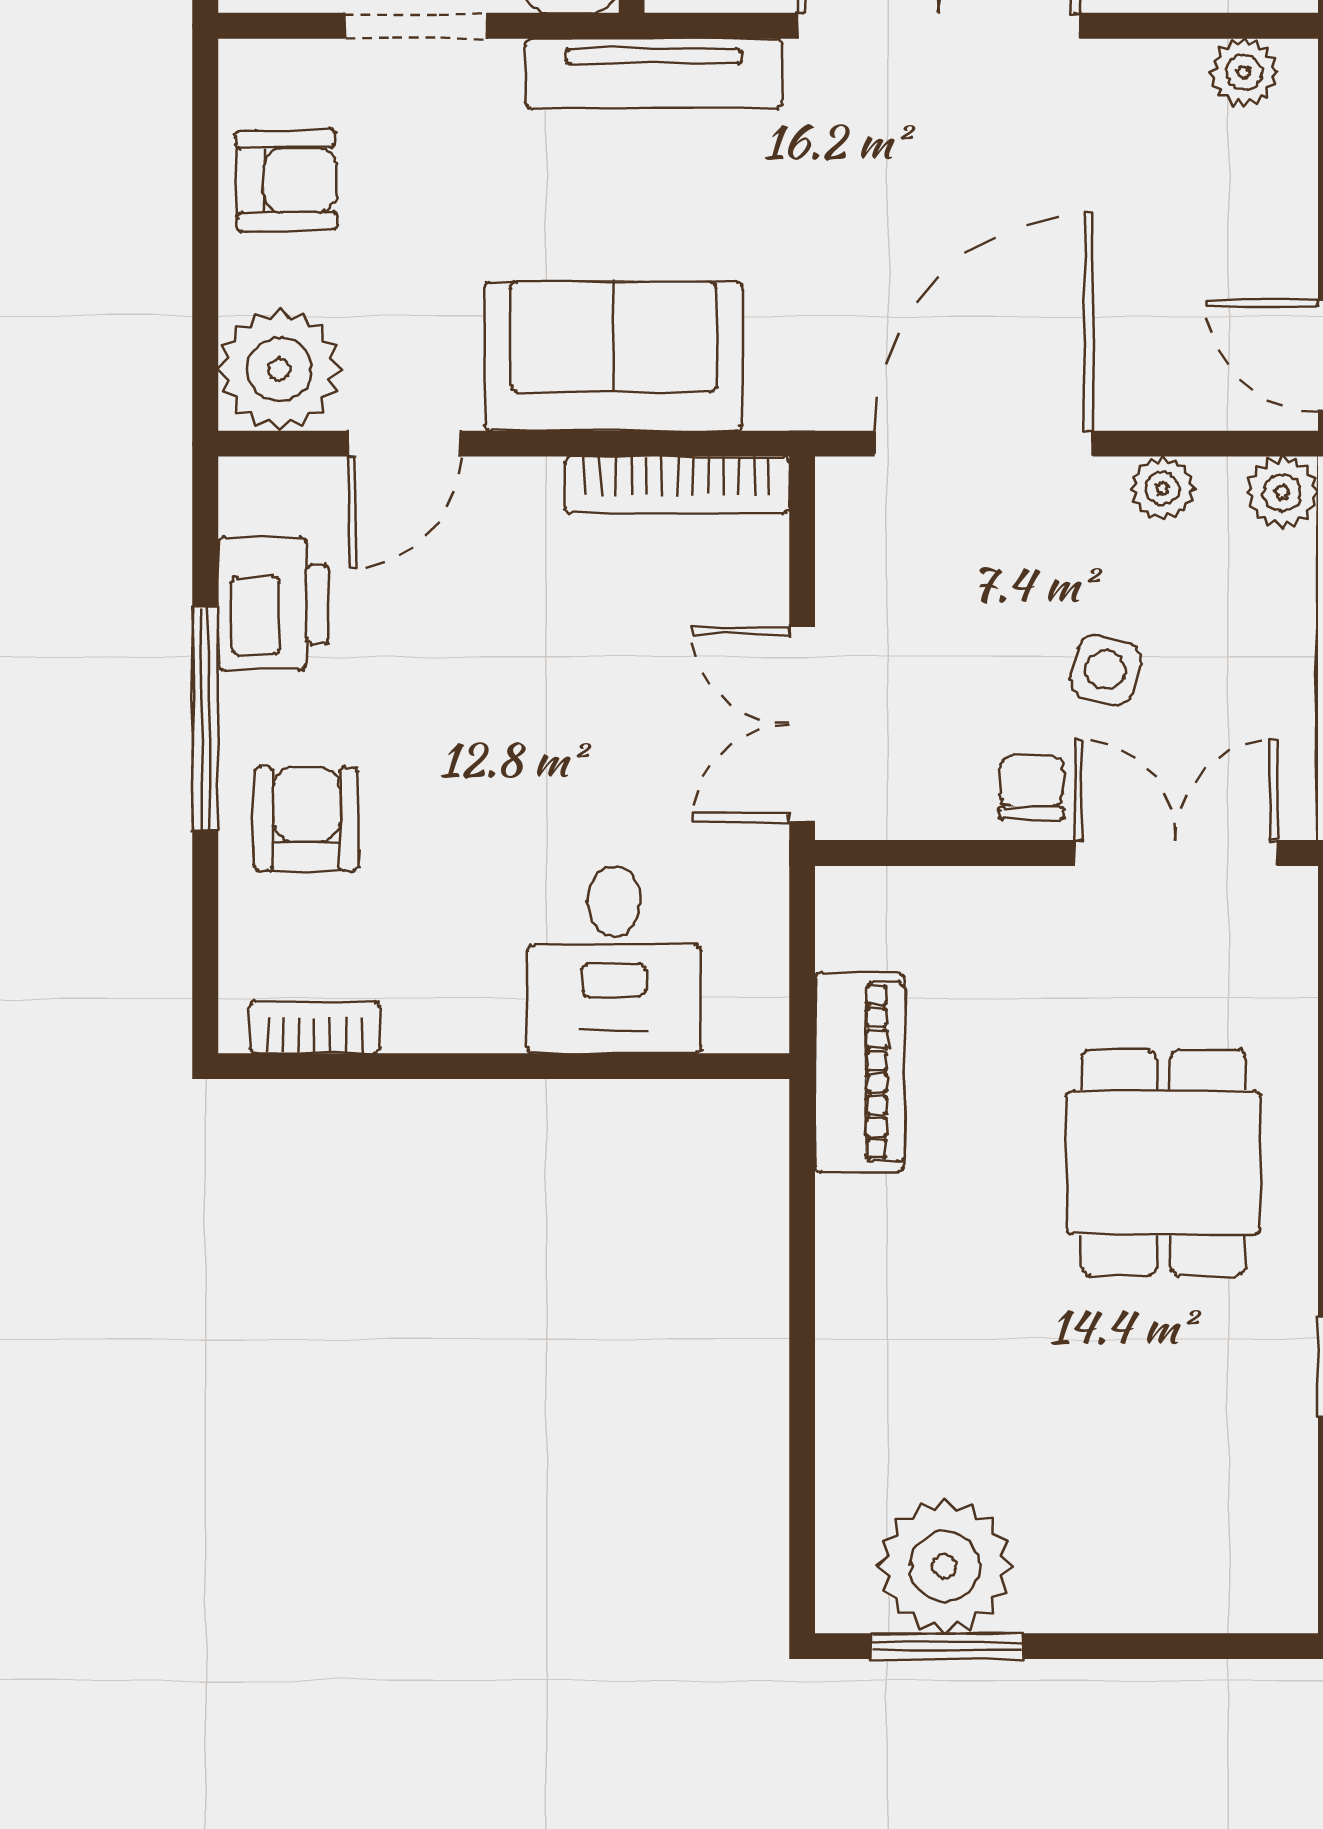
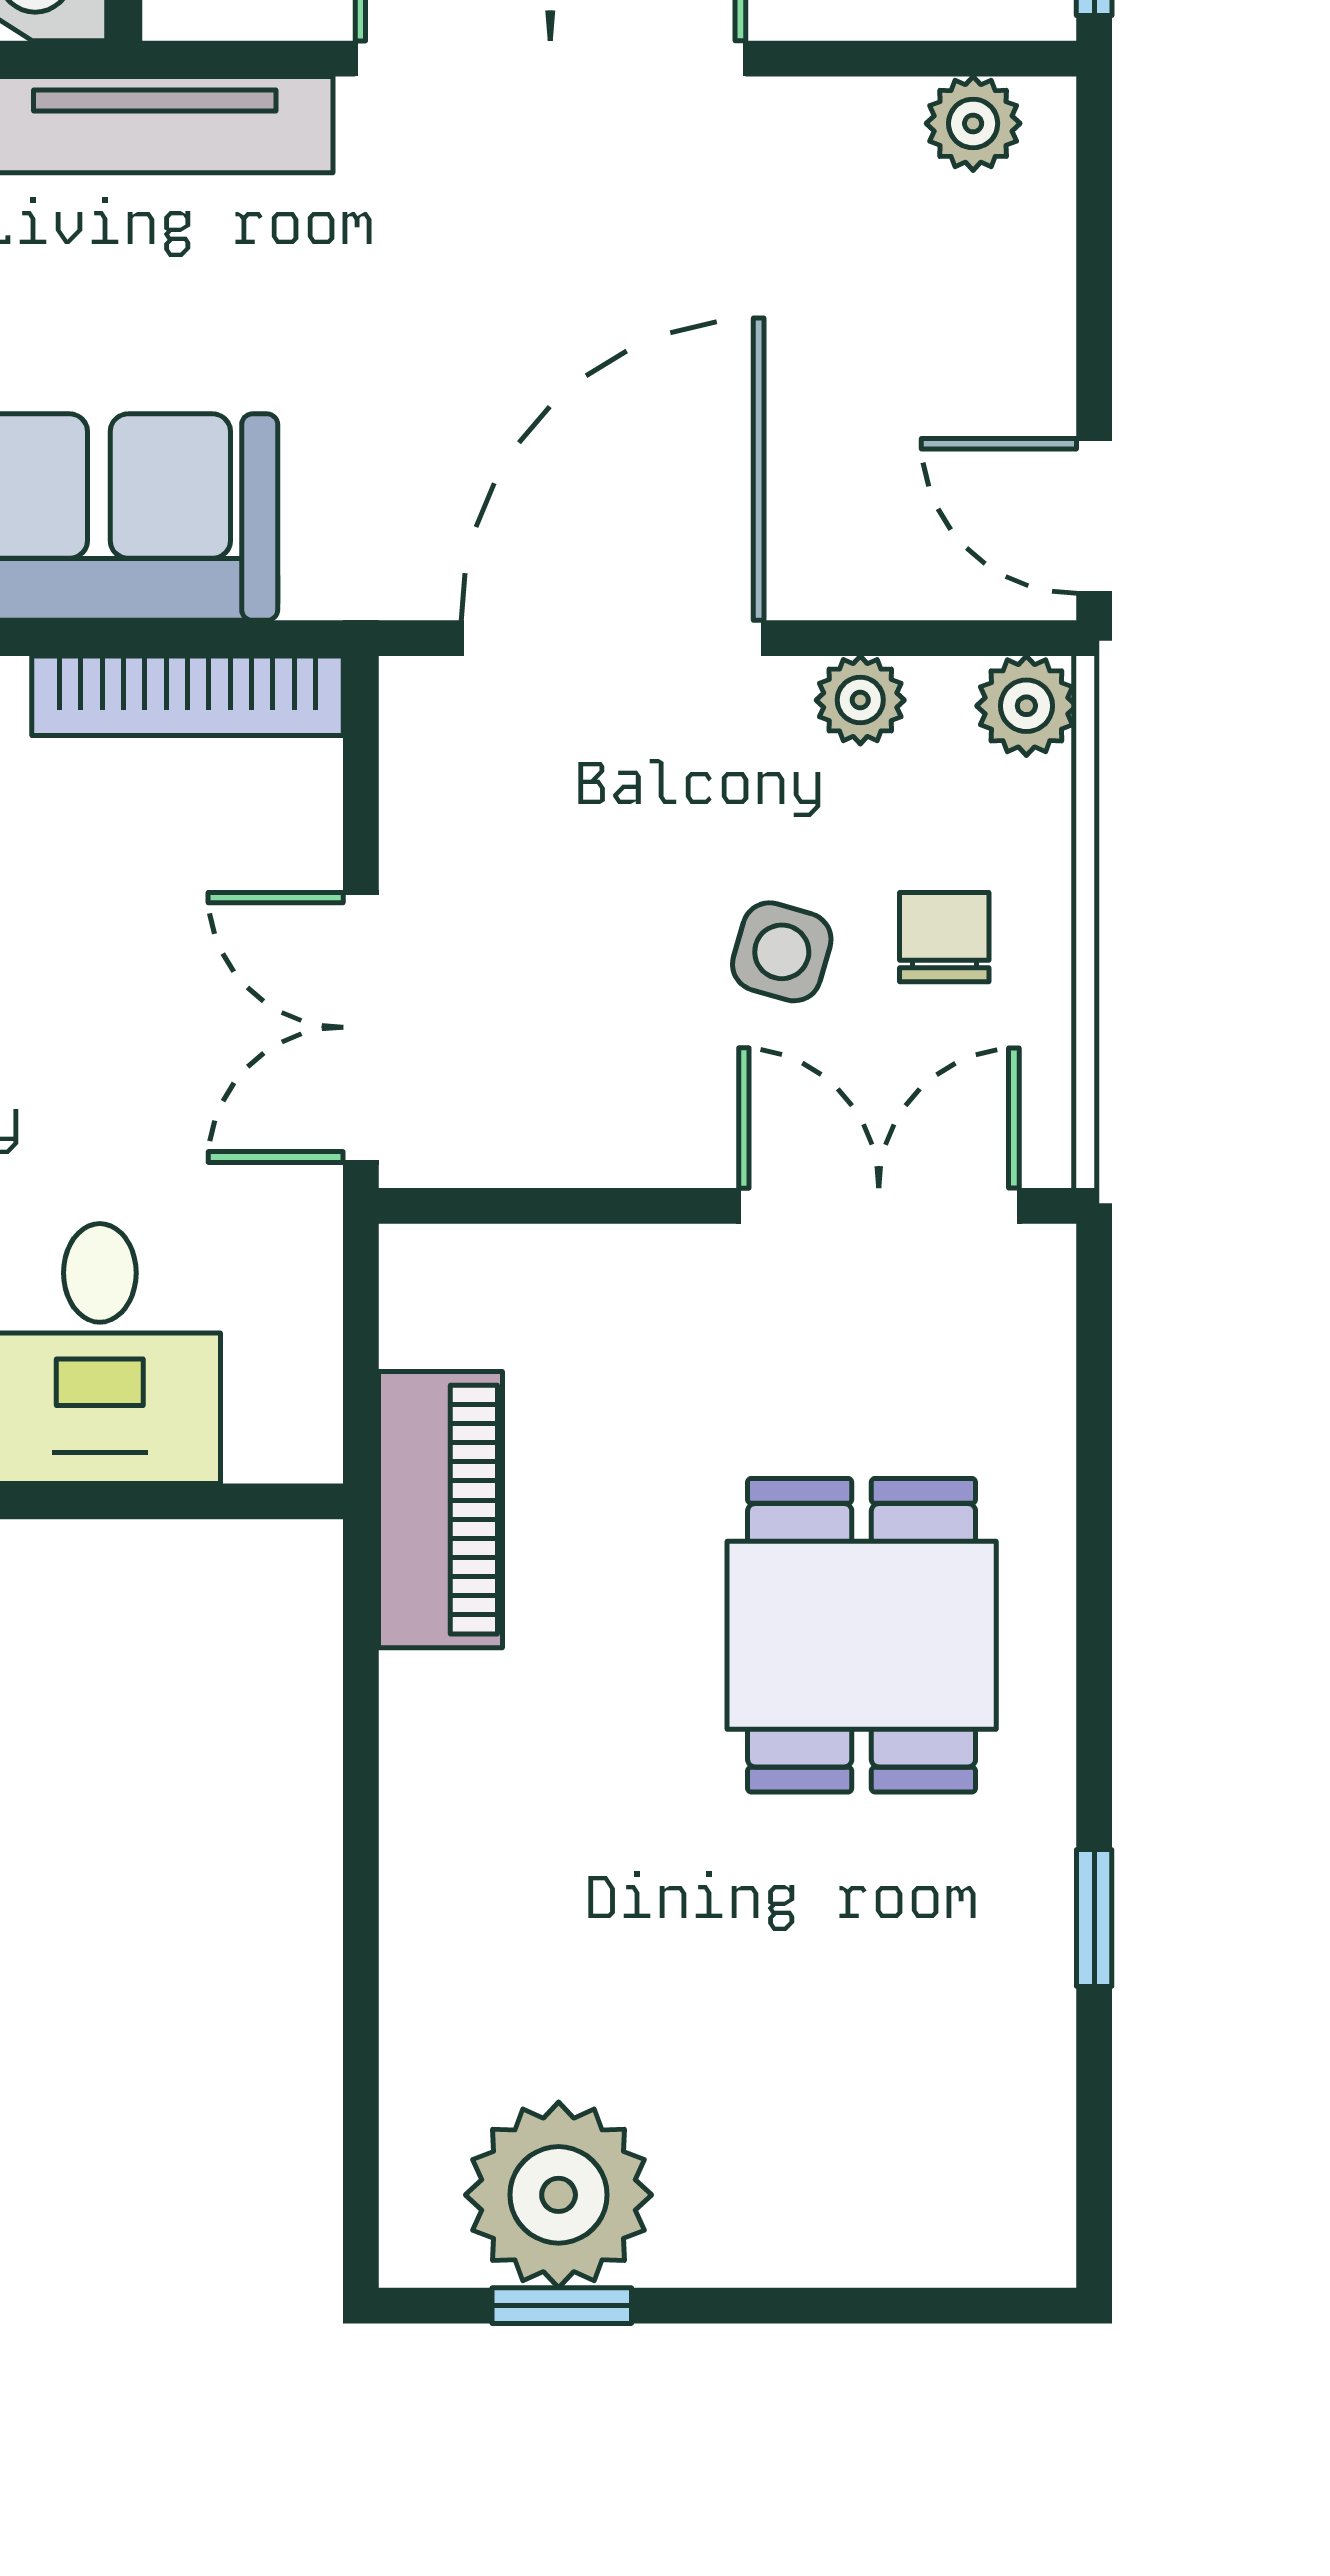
chair: (1031, 787) -> (944, 937), moved
window: (947, 1646) -> (562, 2306), width x0.67

